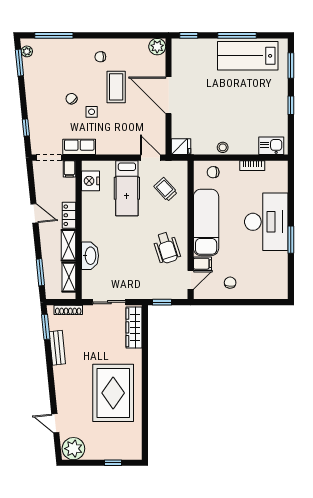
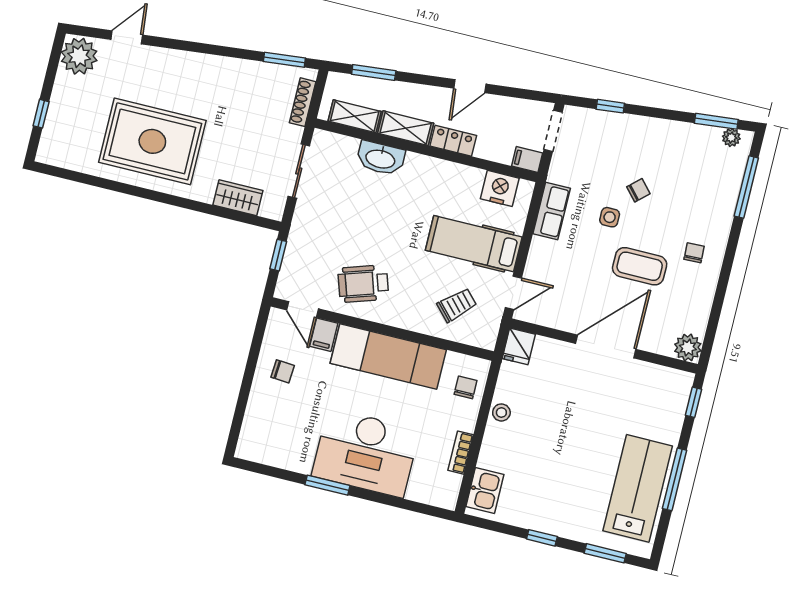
row of seats: (79, 147) -> (552, 211), moved
wardrobe: (134, 327) -> (238, 198), width x0.67
bench: (57, 348) -> (246, 70), removed

